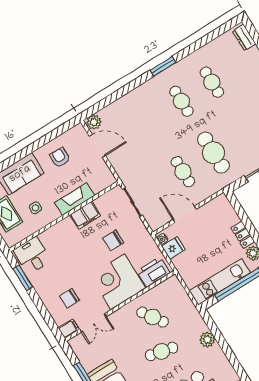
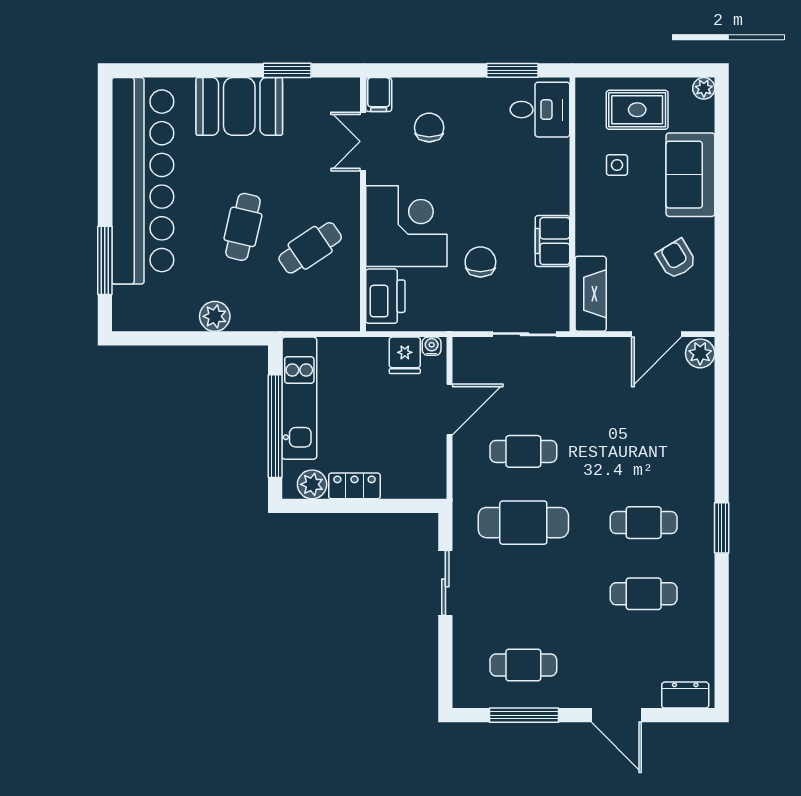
armchair: (60, 157) -> (676, 259), turned -121
fireplace: (75, 199) -> (591, 294), moved

